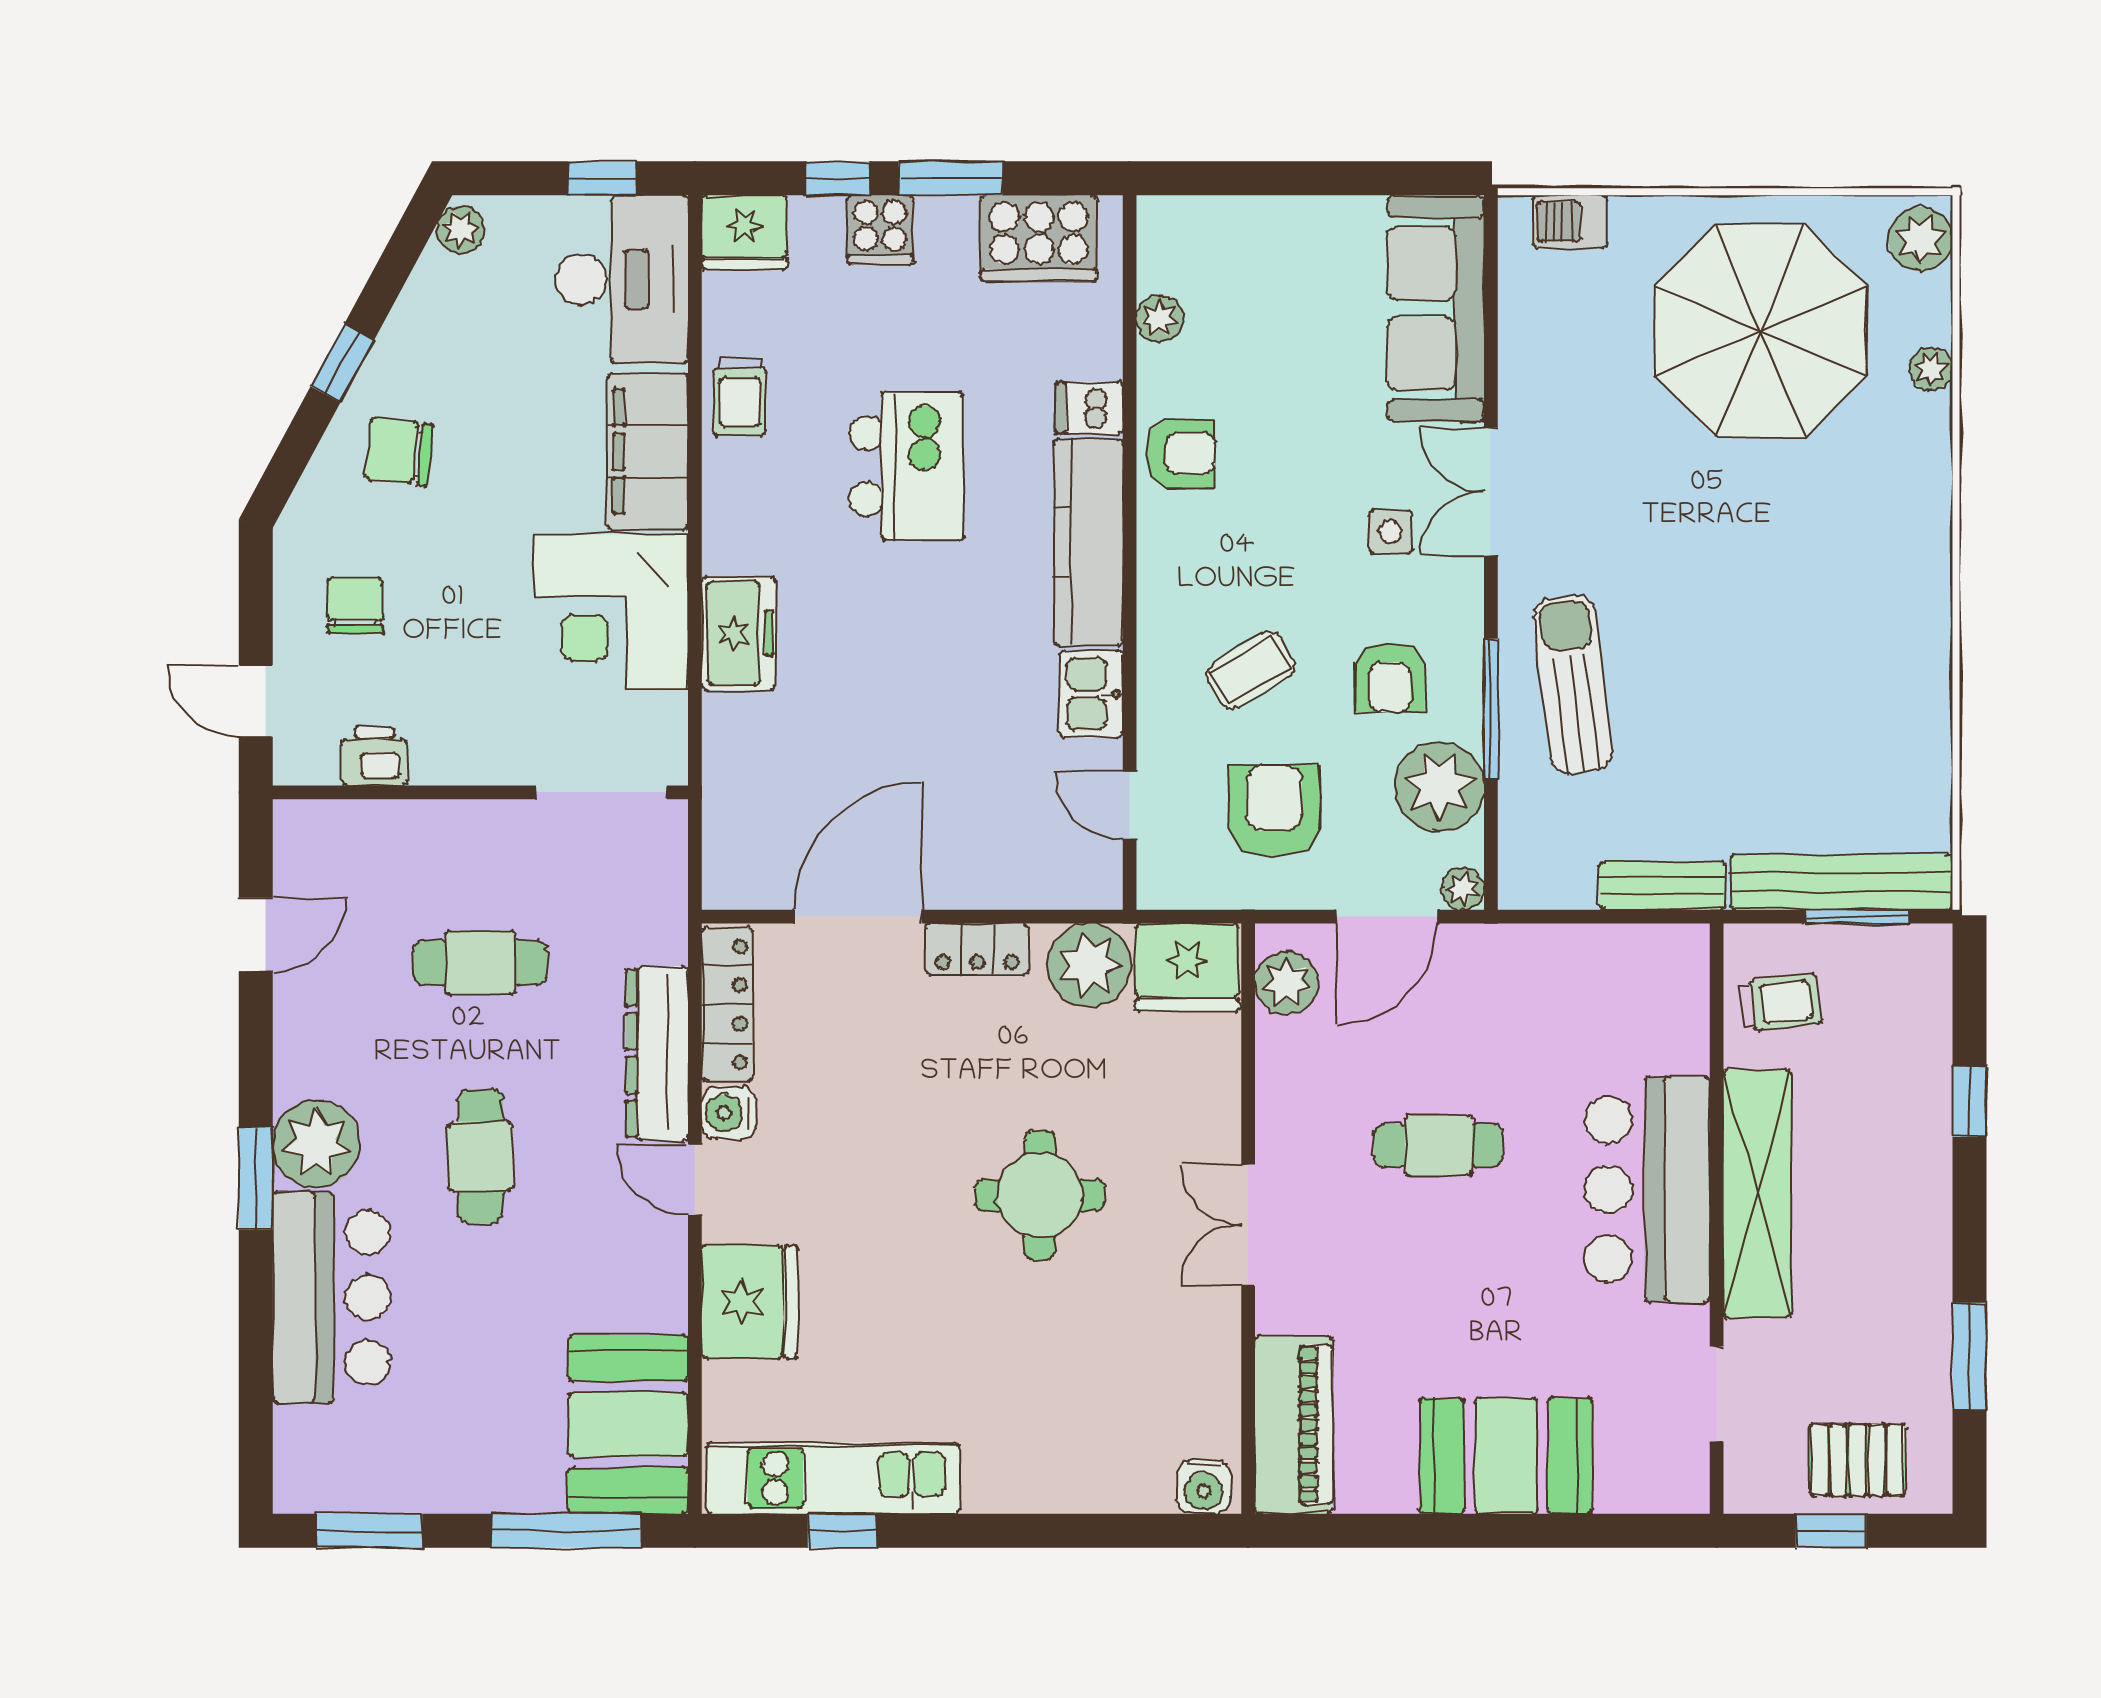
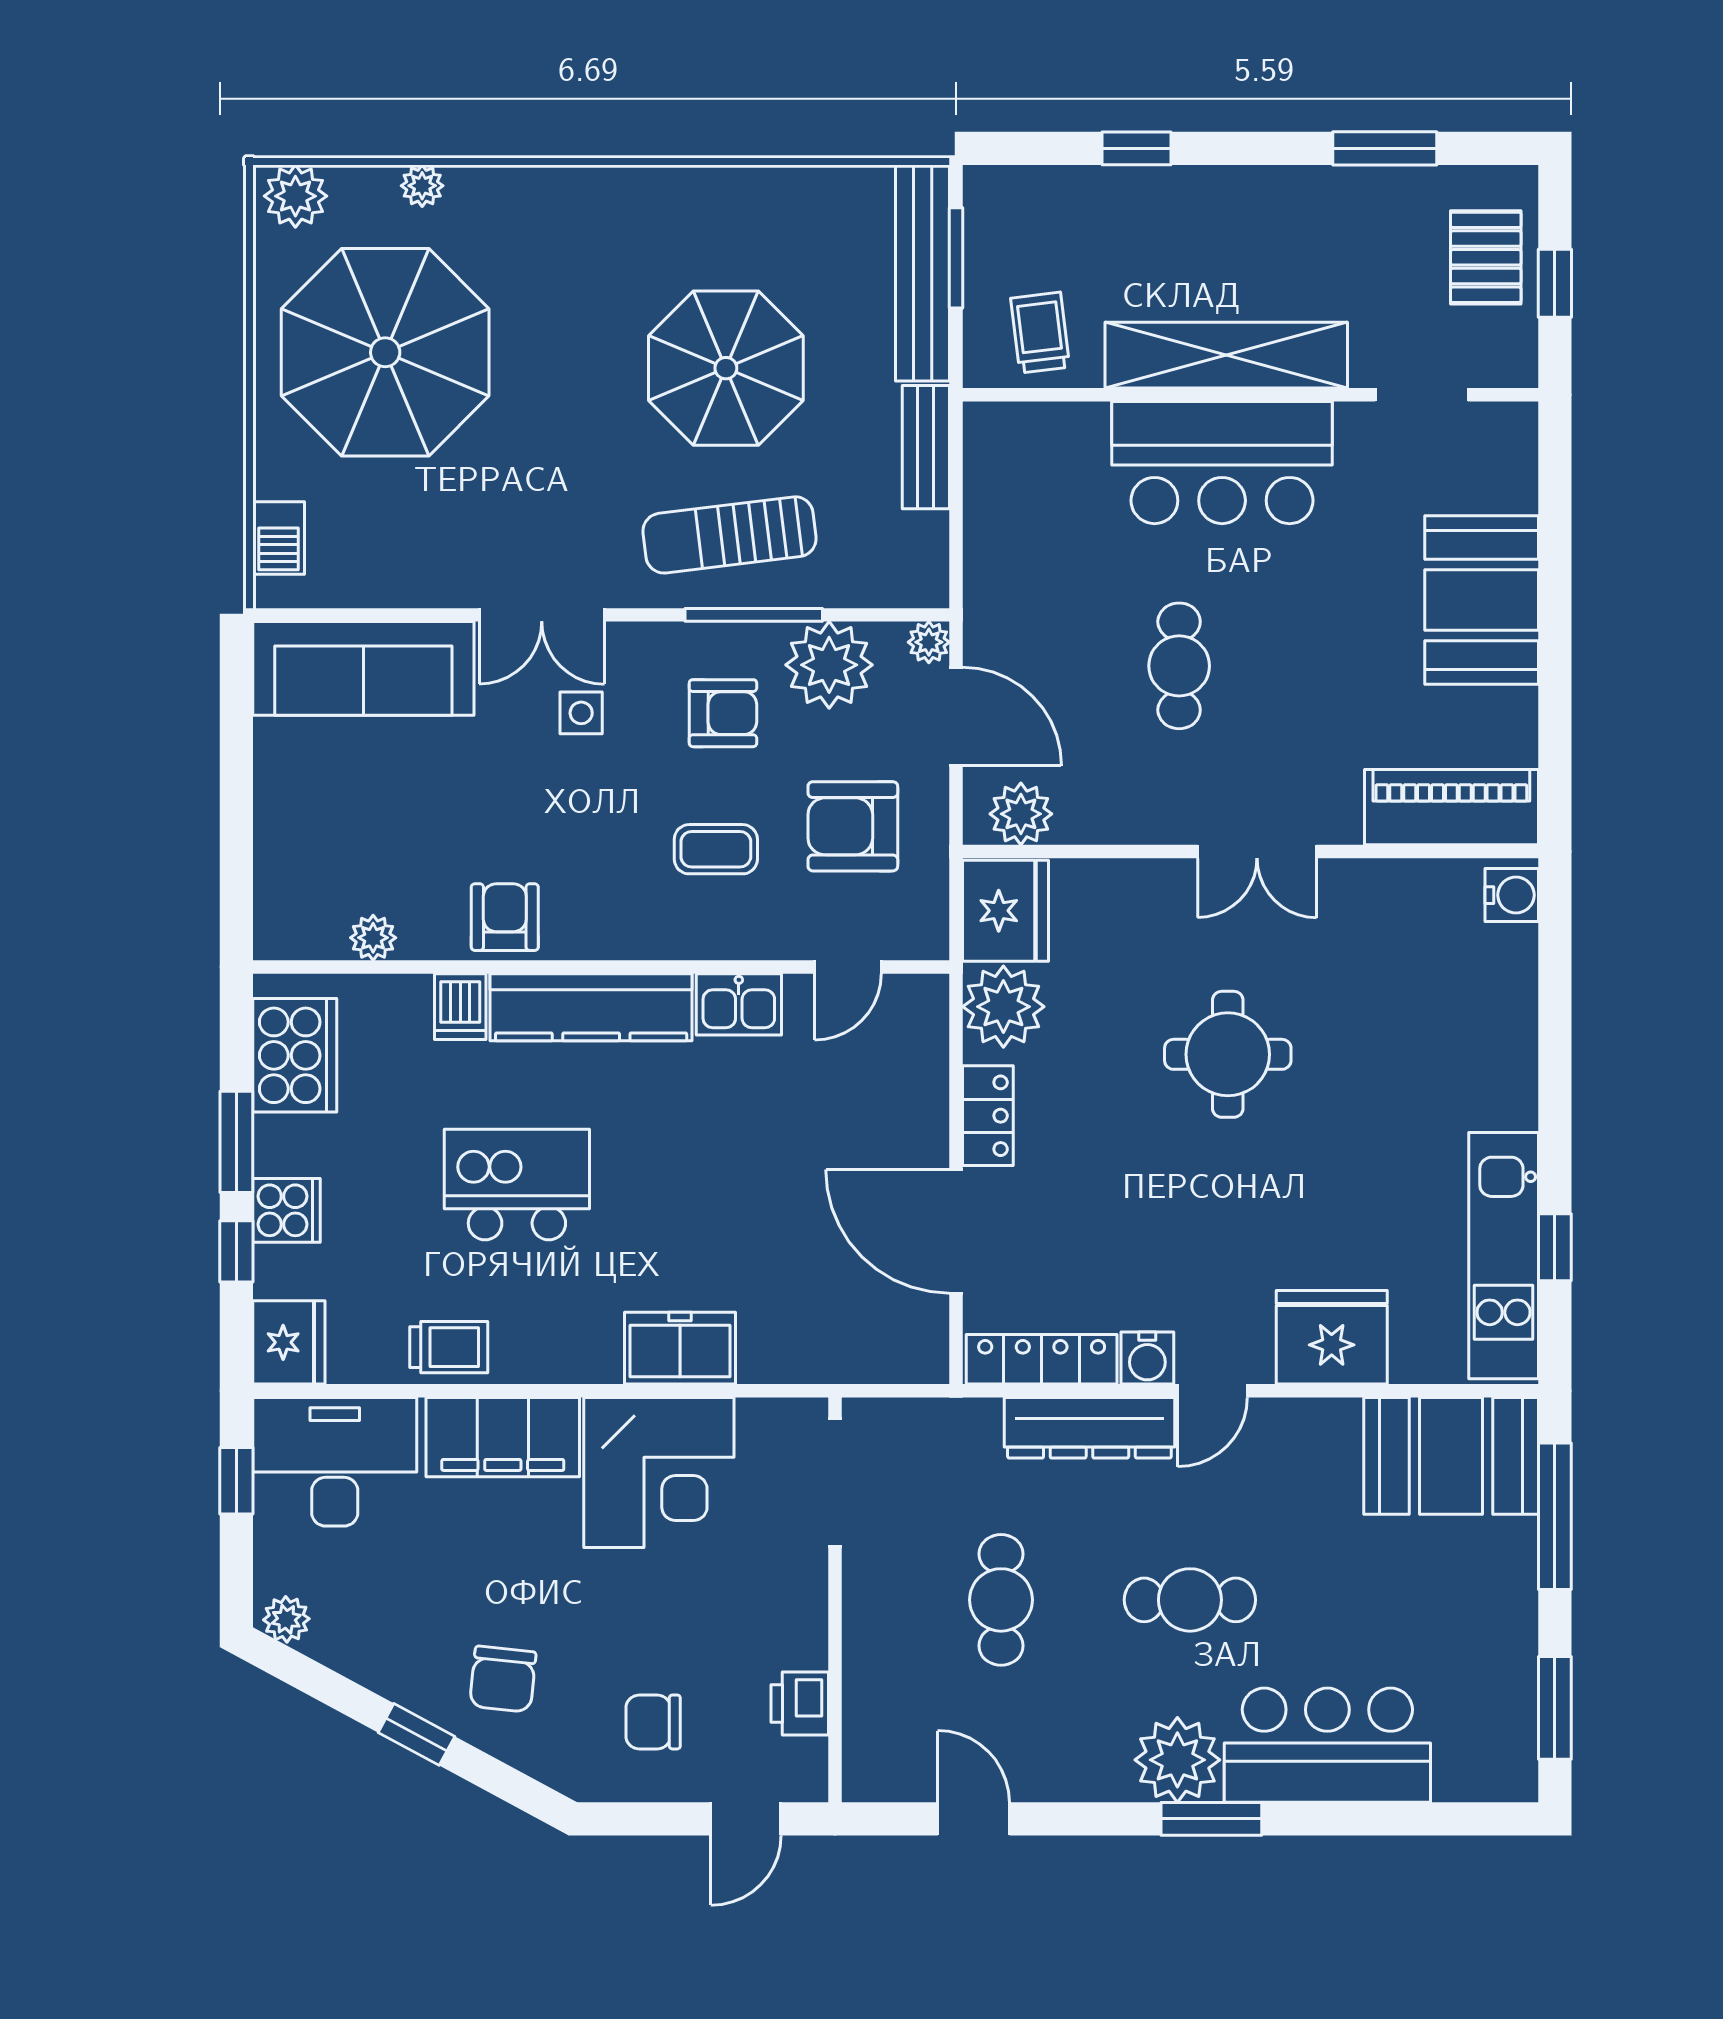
coffee table: (1250, 670) -> (716, 849), turned -59
parasol: (1744, 680) -> (726, 368), added

